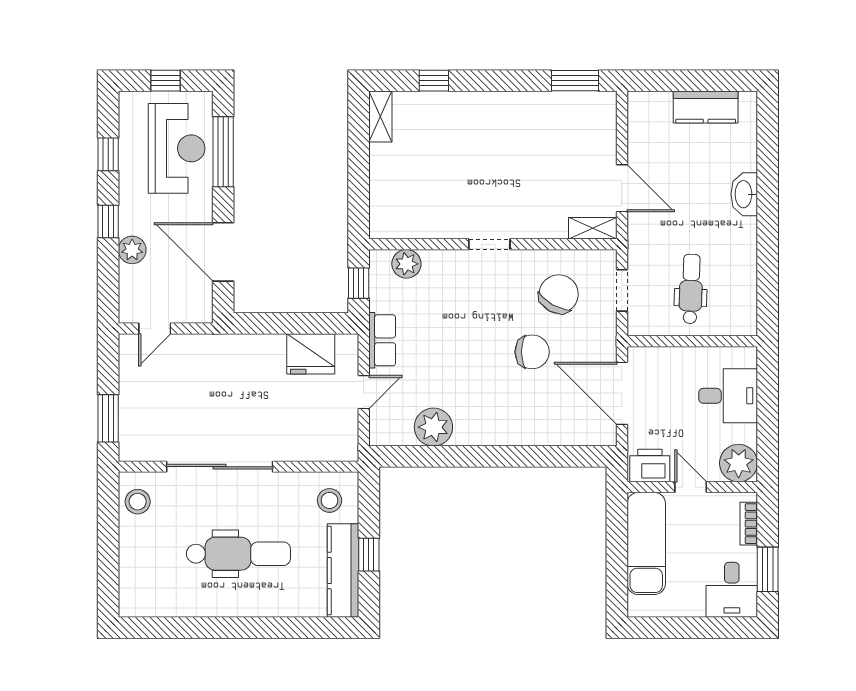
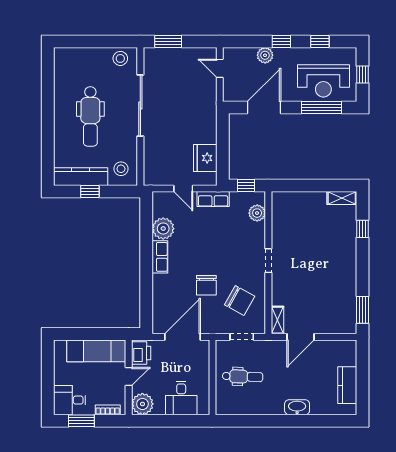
row of seats: (483, 433) -> (160, 257), added

